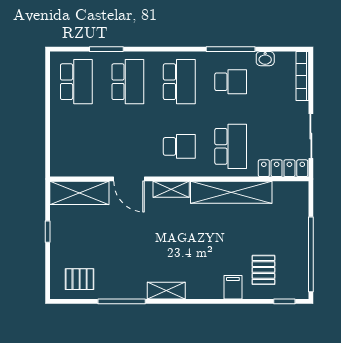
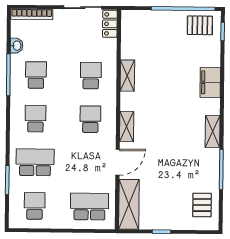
school desk: (76, 82) -> (35, 206), width x0.54
school desk: (179, 82) -> (36, 119), width x0.54
school desk: (76, 146) -> (89, 207), added
school desk: (231, 146) -> (91, 76), width x0.54
locker: (283, 168) -> (110, 24), width x0.66
shelving: (231, 192) -> (127, 76), width x0.45, depth x0.75
pallet: (263, 270) -> (200, 25), moved
filing cabinet: (233, 287) -> (210, 82), width x2.00

